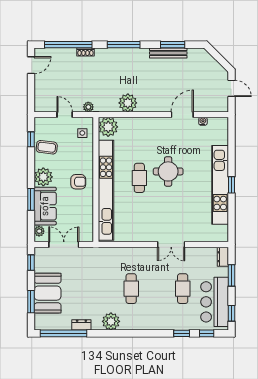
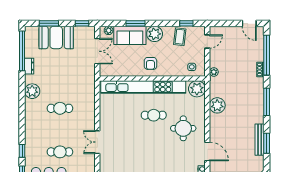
door: (65, 115) -> (207, 42), moved
round table: (168, 171) -> (183, 128), moved

